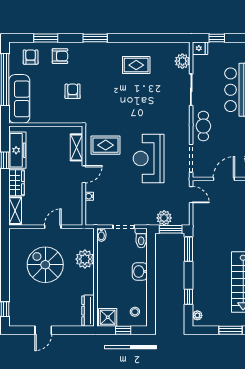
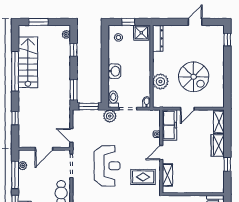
freezer: (17, 150) -> (169, 125), moved, turned 180
plant: (164, 218) -> (110, 116), moved

